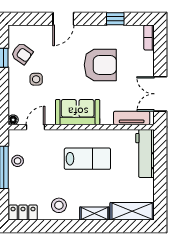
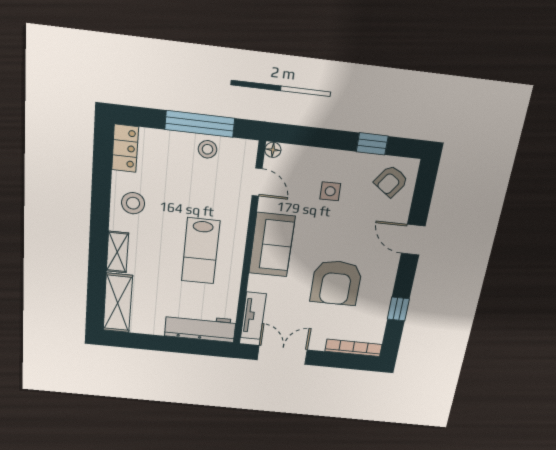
bookcase: (149, 38) -> (353, 348), width x1.56
armchair: (22, 54) -> (391, 181), moved

